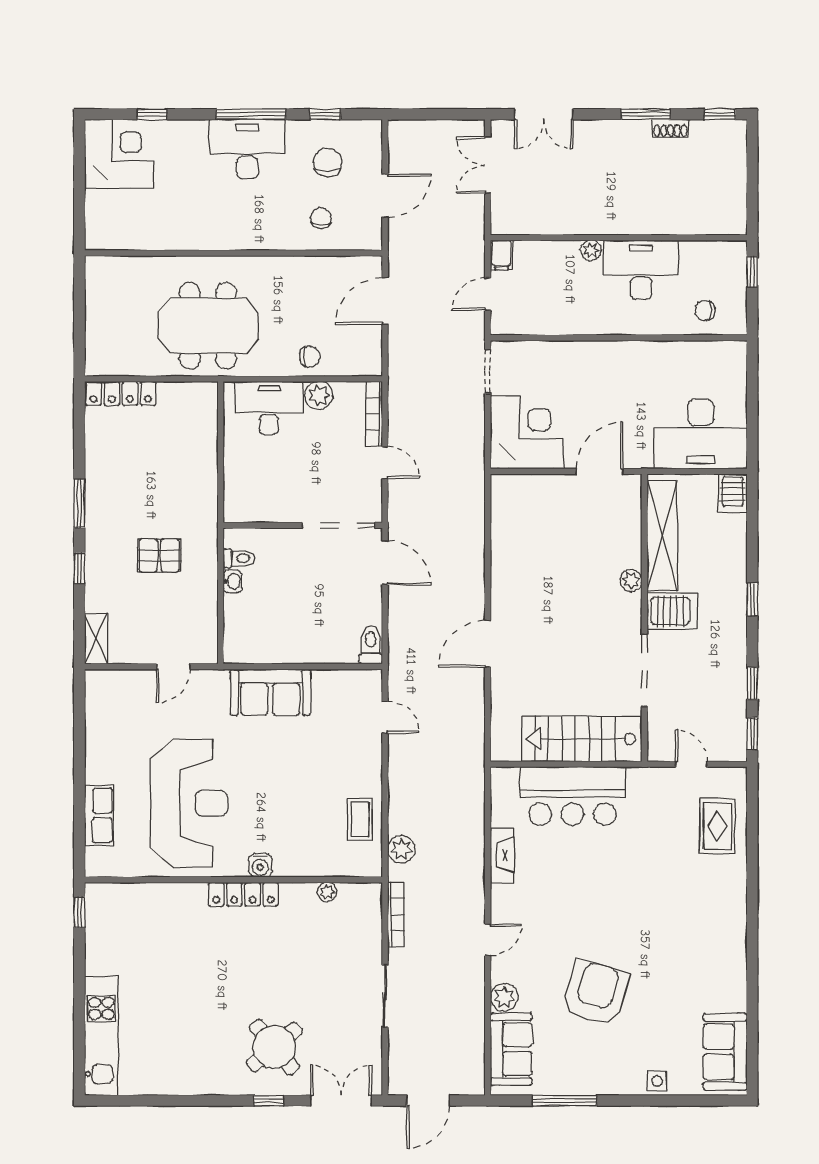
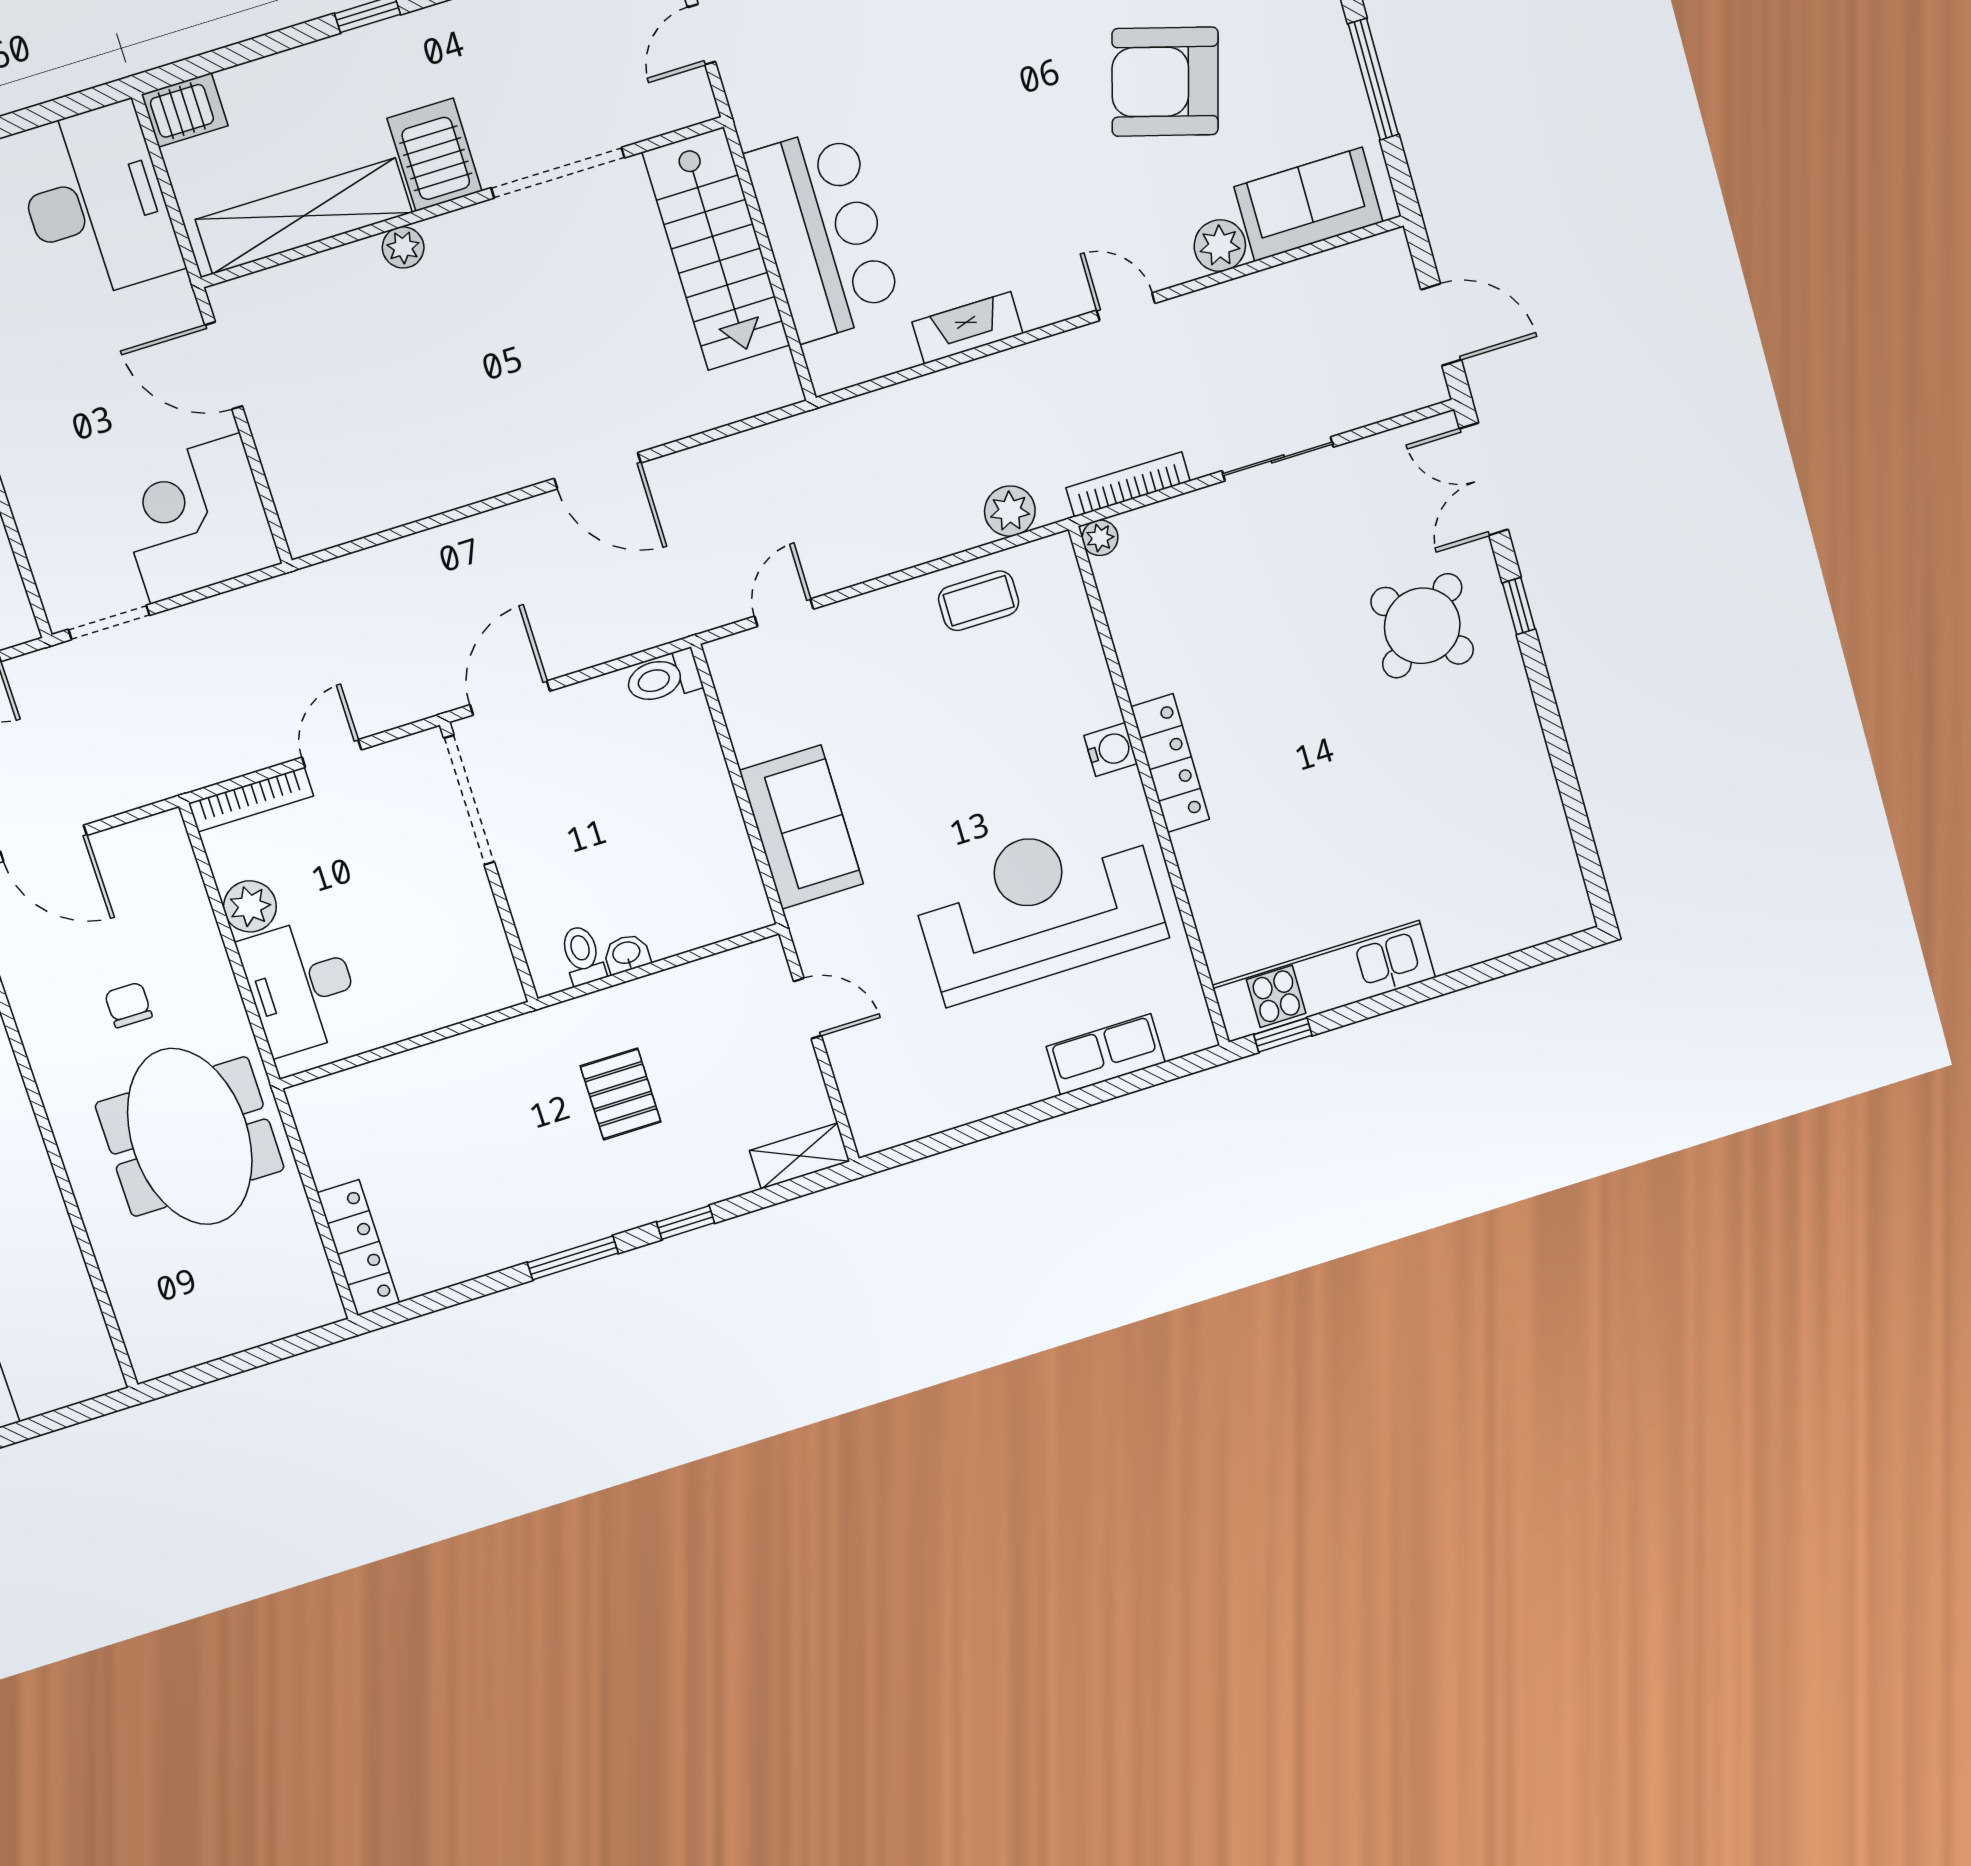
chair: (310, 357) -> (128, 1005), moved
plant: (327, 892) -> (1100, 538), moved
kitchen unit: (101, 1036) -> (1324, 981), moved

